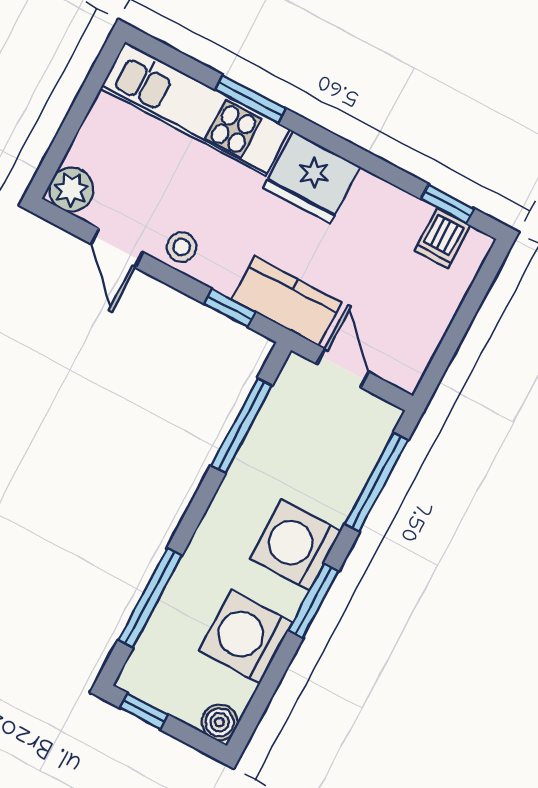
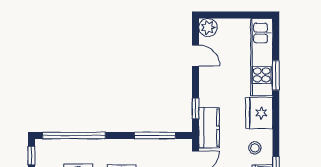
stool: (182, 247) -> (255, 148), moved
door: (117, 248) -> (196, 56), swing flipped
window: (150, 598) -> (74, 136), width x1.46

